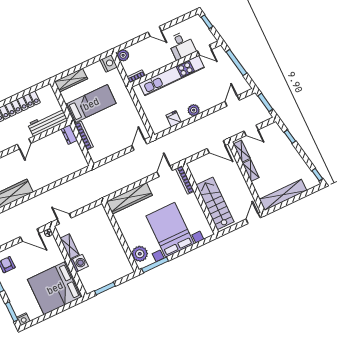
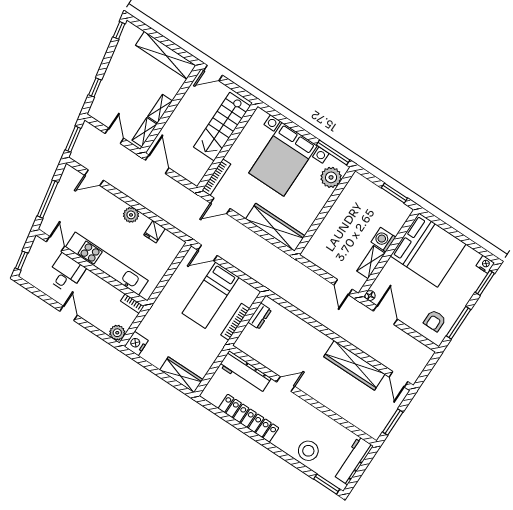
bed: (91, 104) -> (210, 295), moved, turned -90
dresser: (69, 135) -> (260, 316), moved

